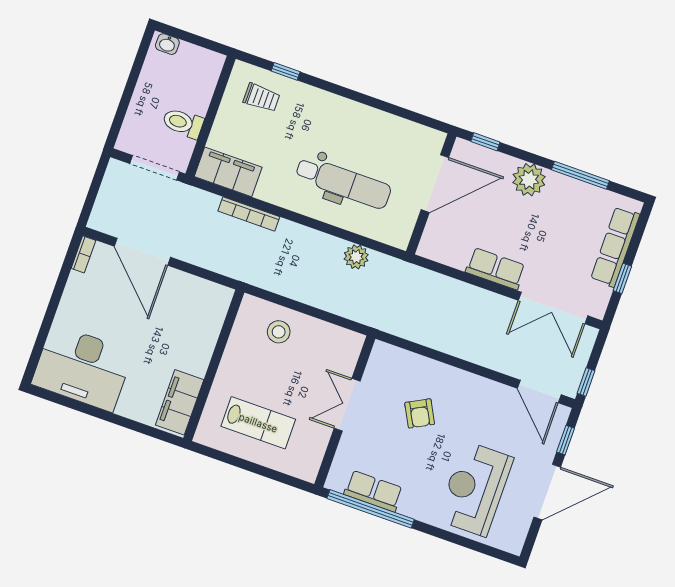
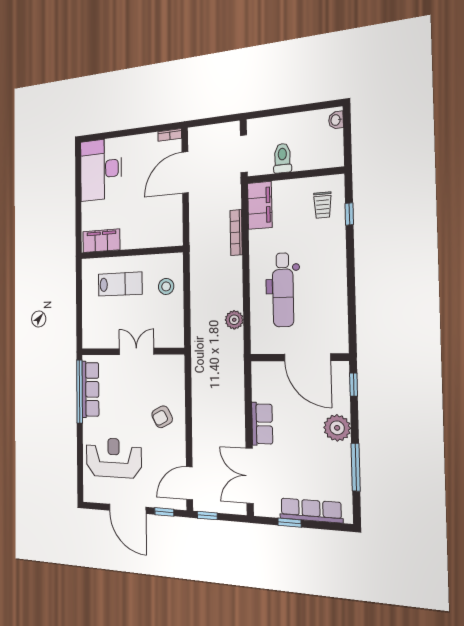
armchair: (420, 413) -> (162, 417), moved
lab bench: (258, 423) -> (120, 284), moved, turned -90
row of seats: (373, 491) -> (90, 389), width x1.48

